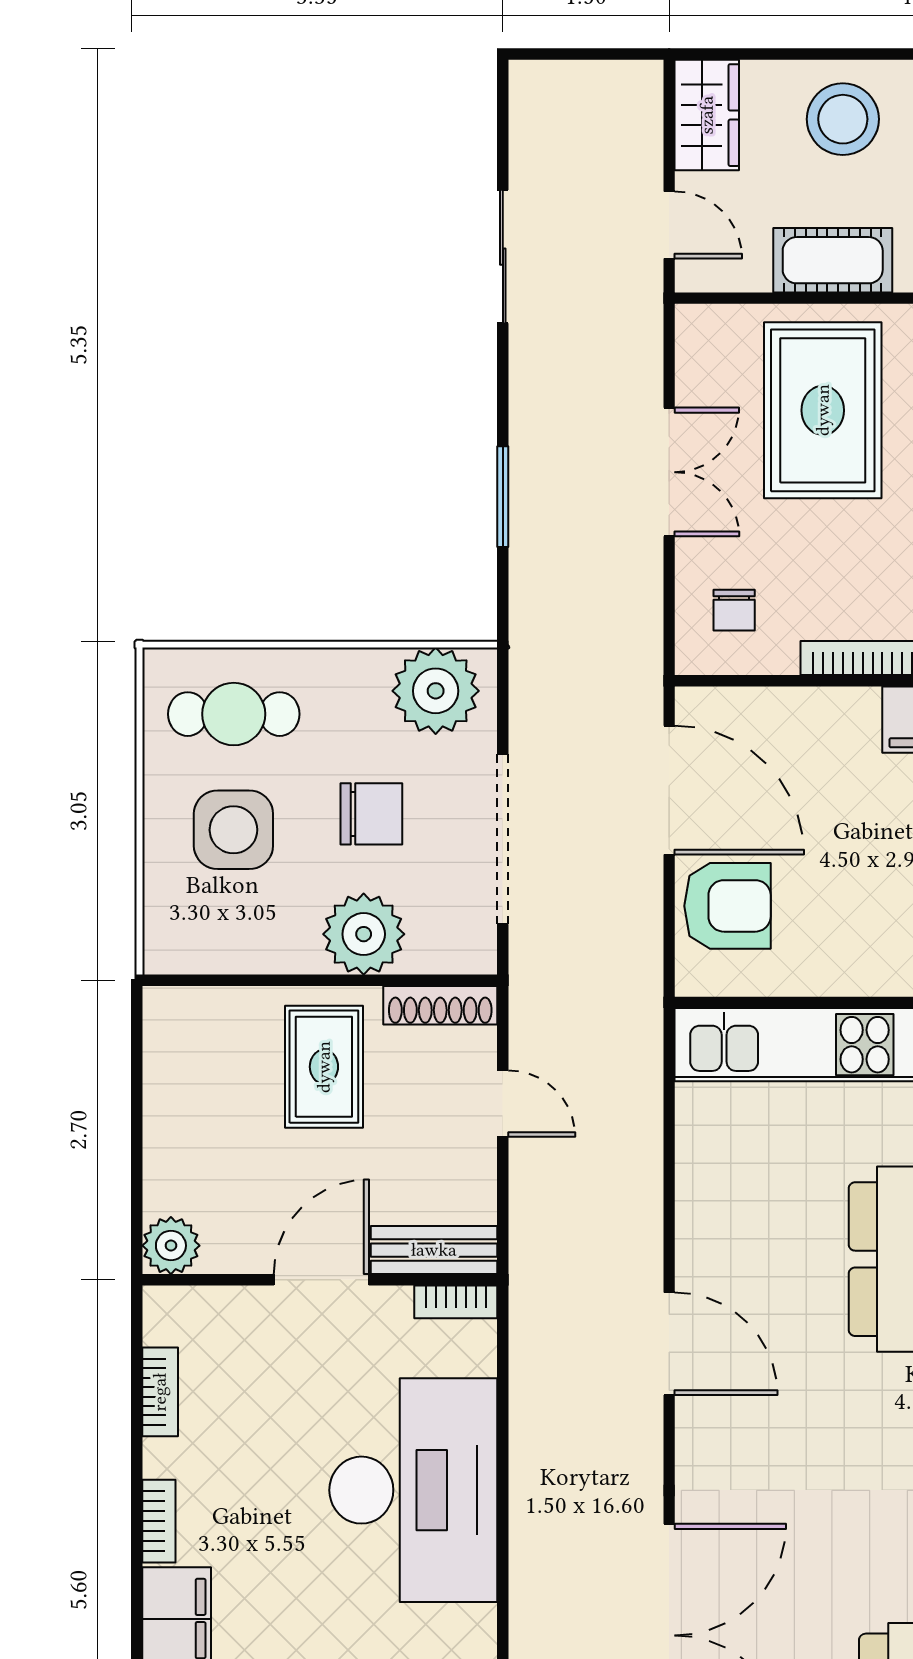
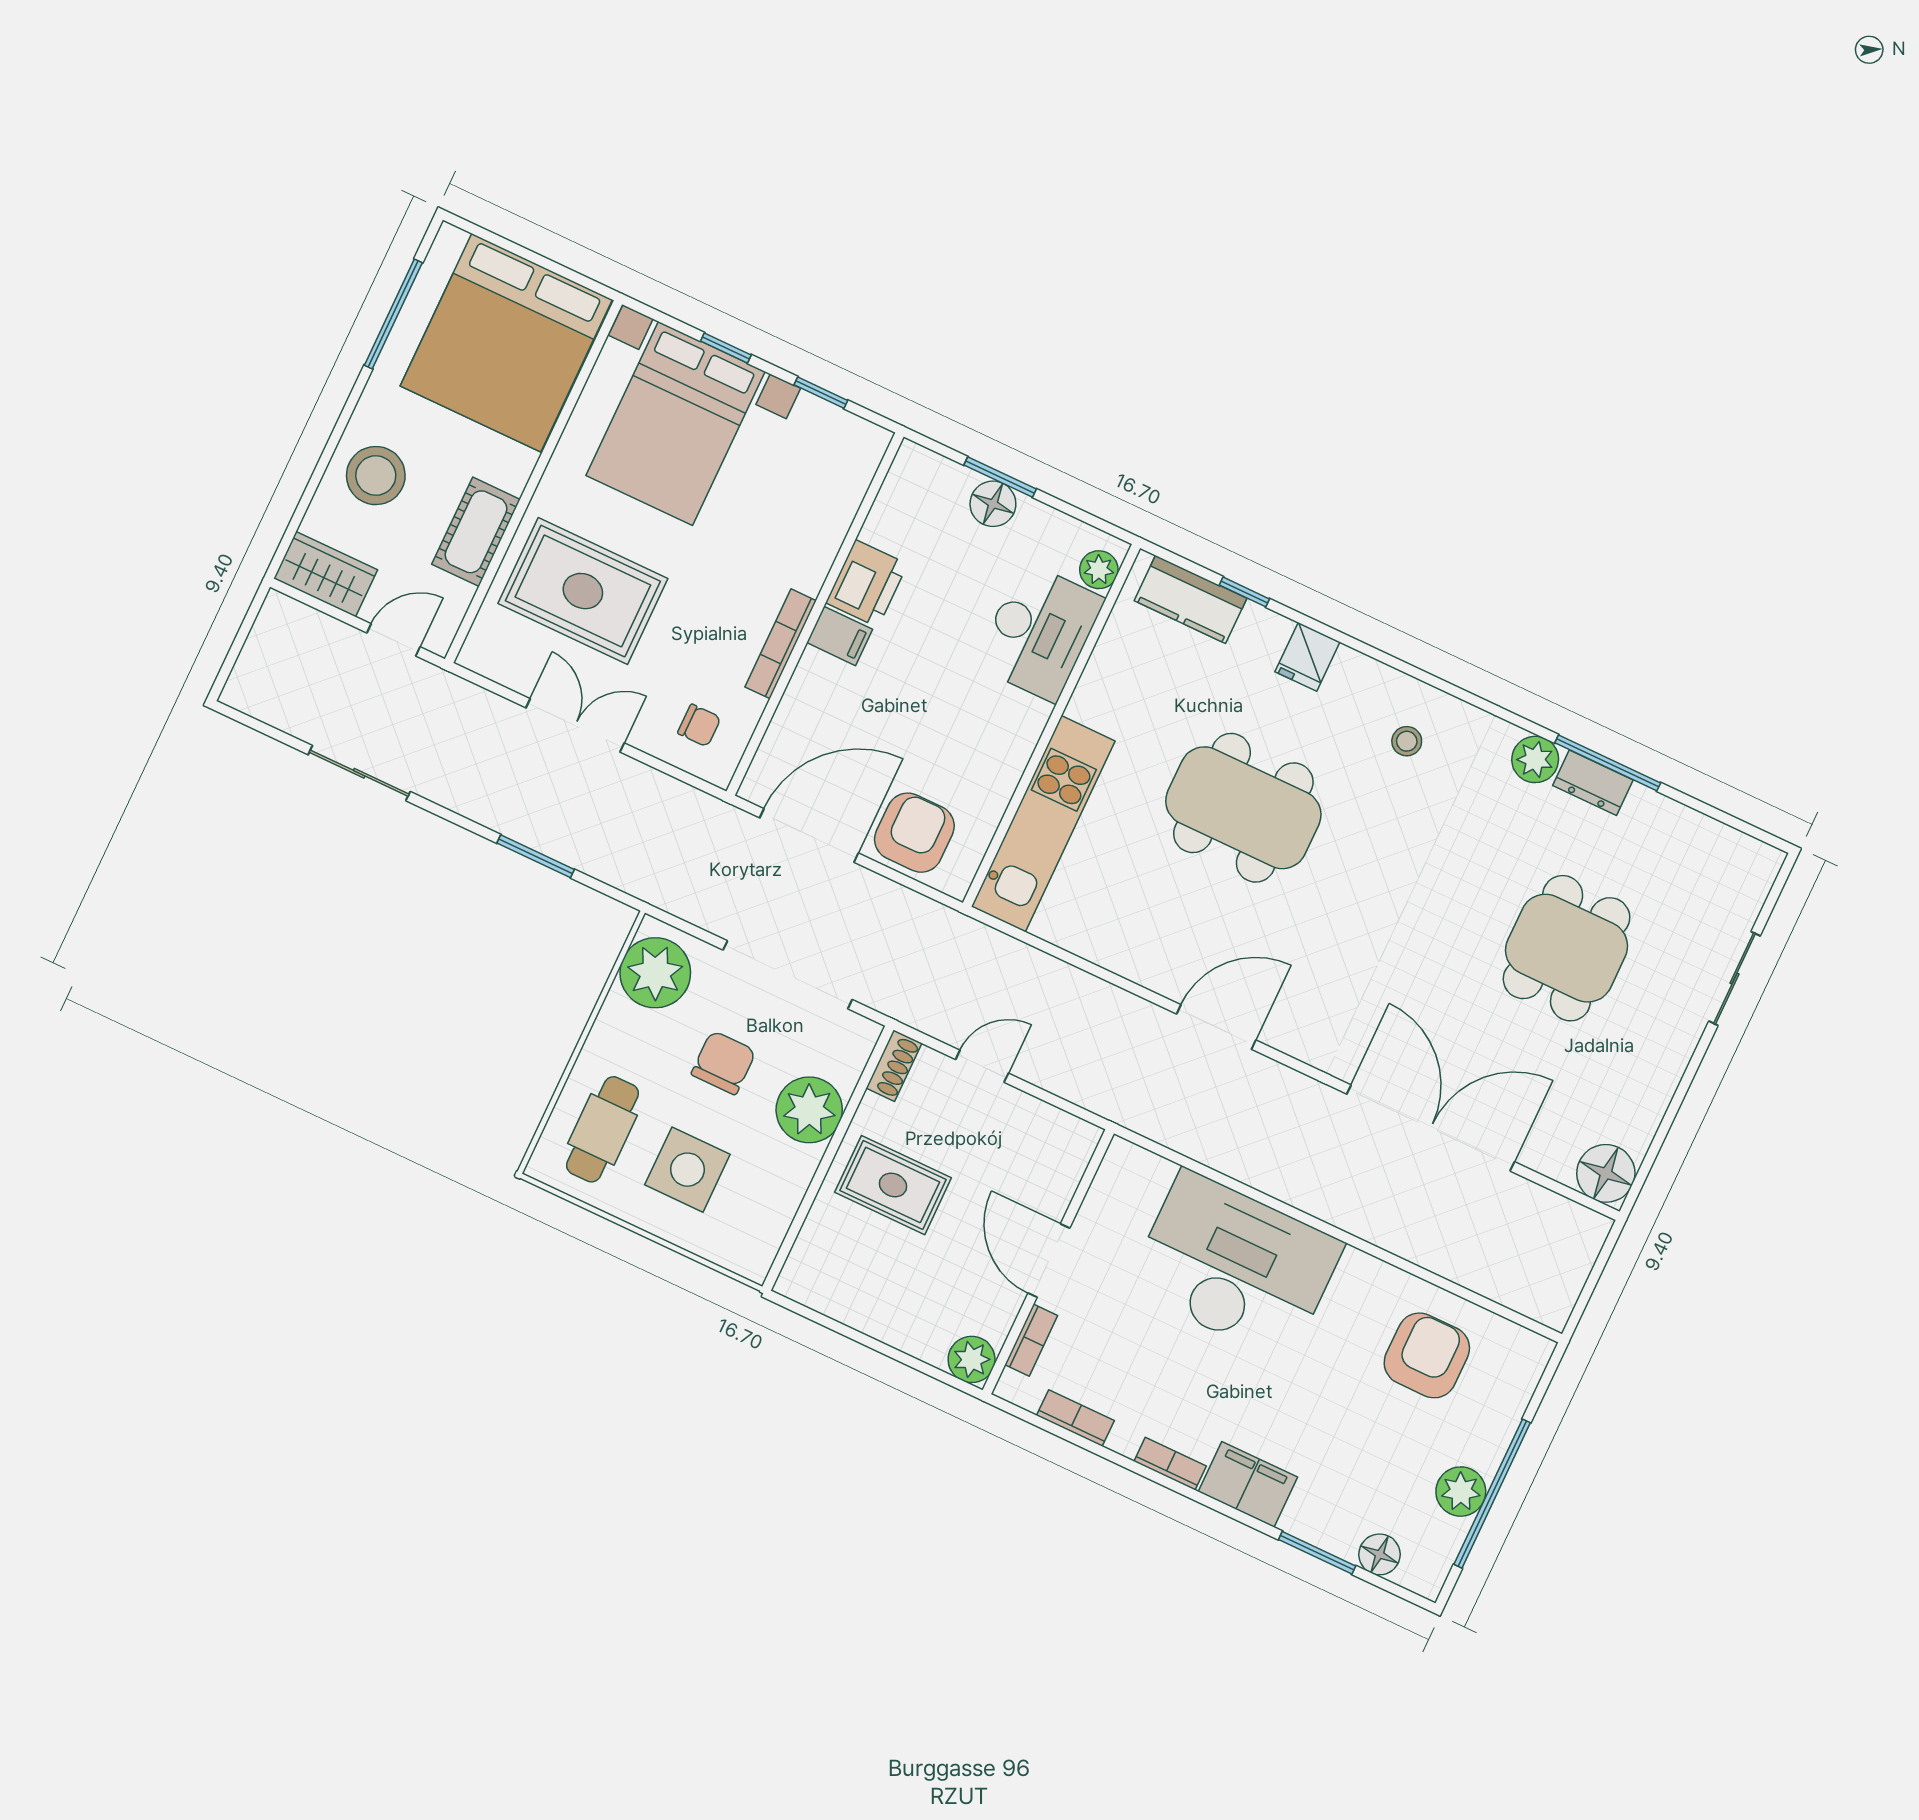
shoe rack: (440, 1005) -> (894, 1066), width x0.70
bench: (434, 1250) -> (1066, 1167), removed
bookcase: (456, 1302) -> (1031, 1340), moved

